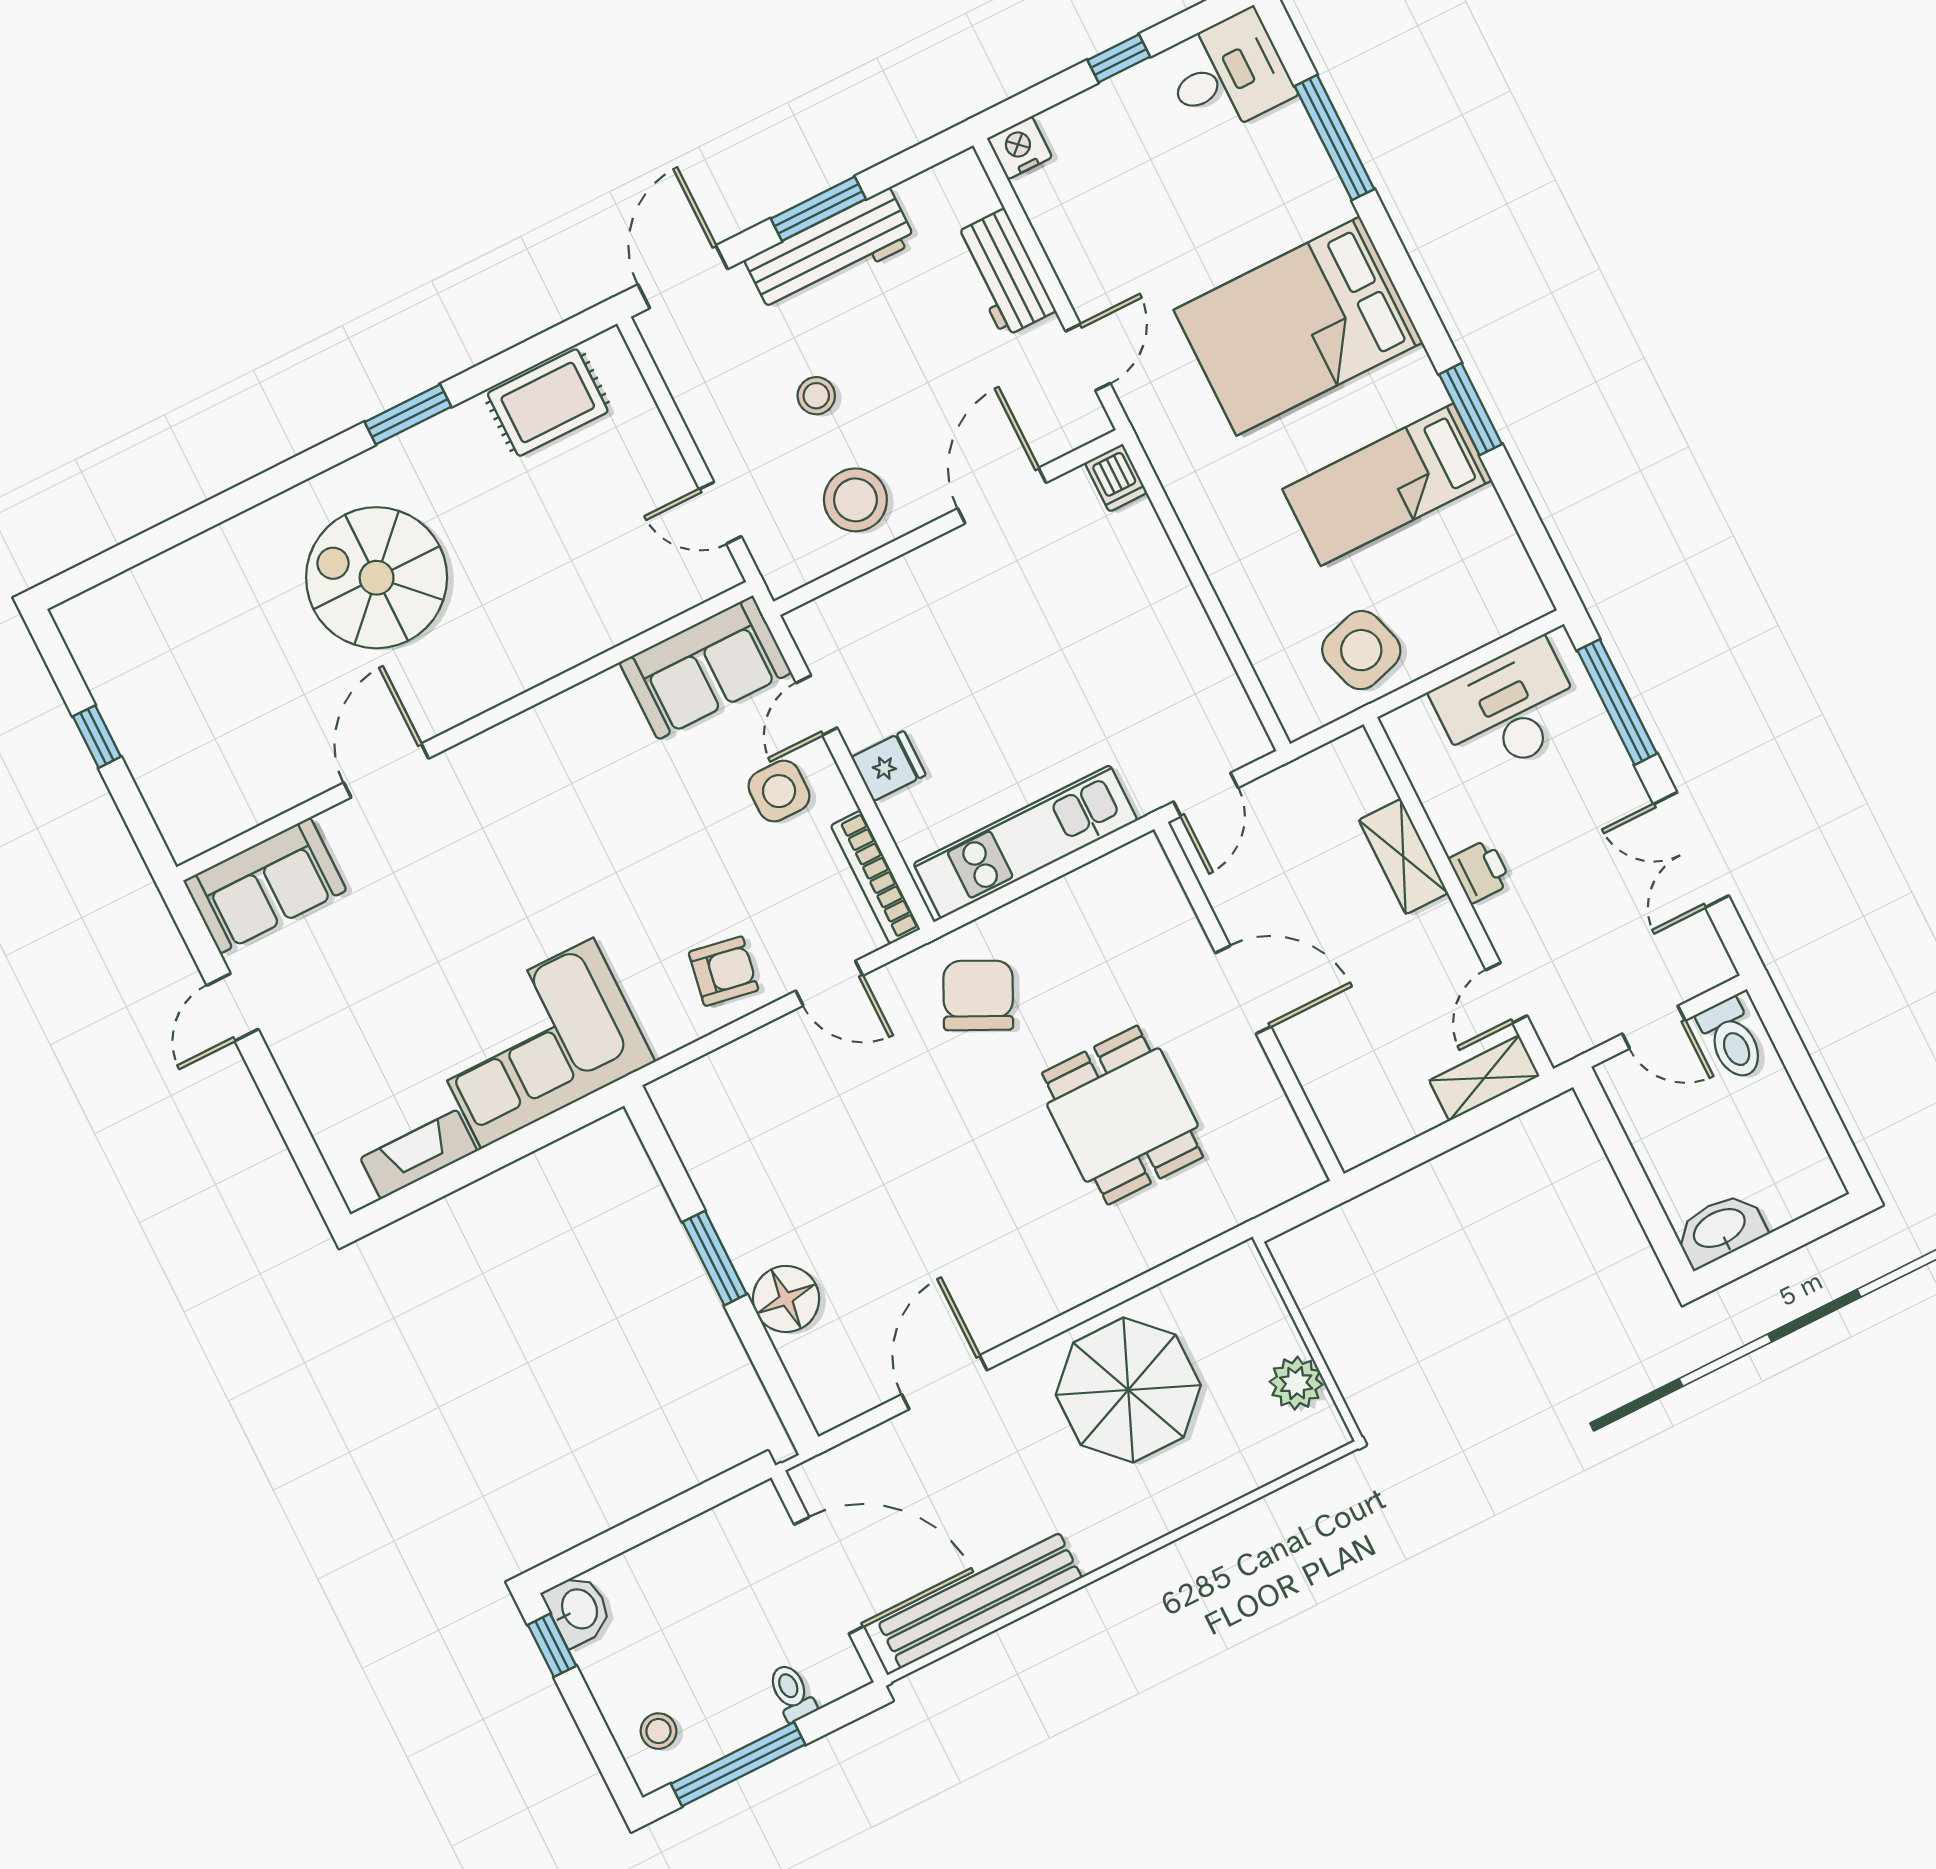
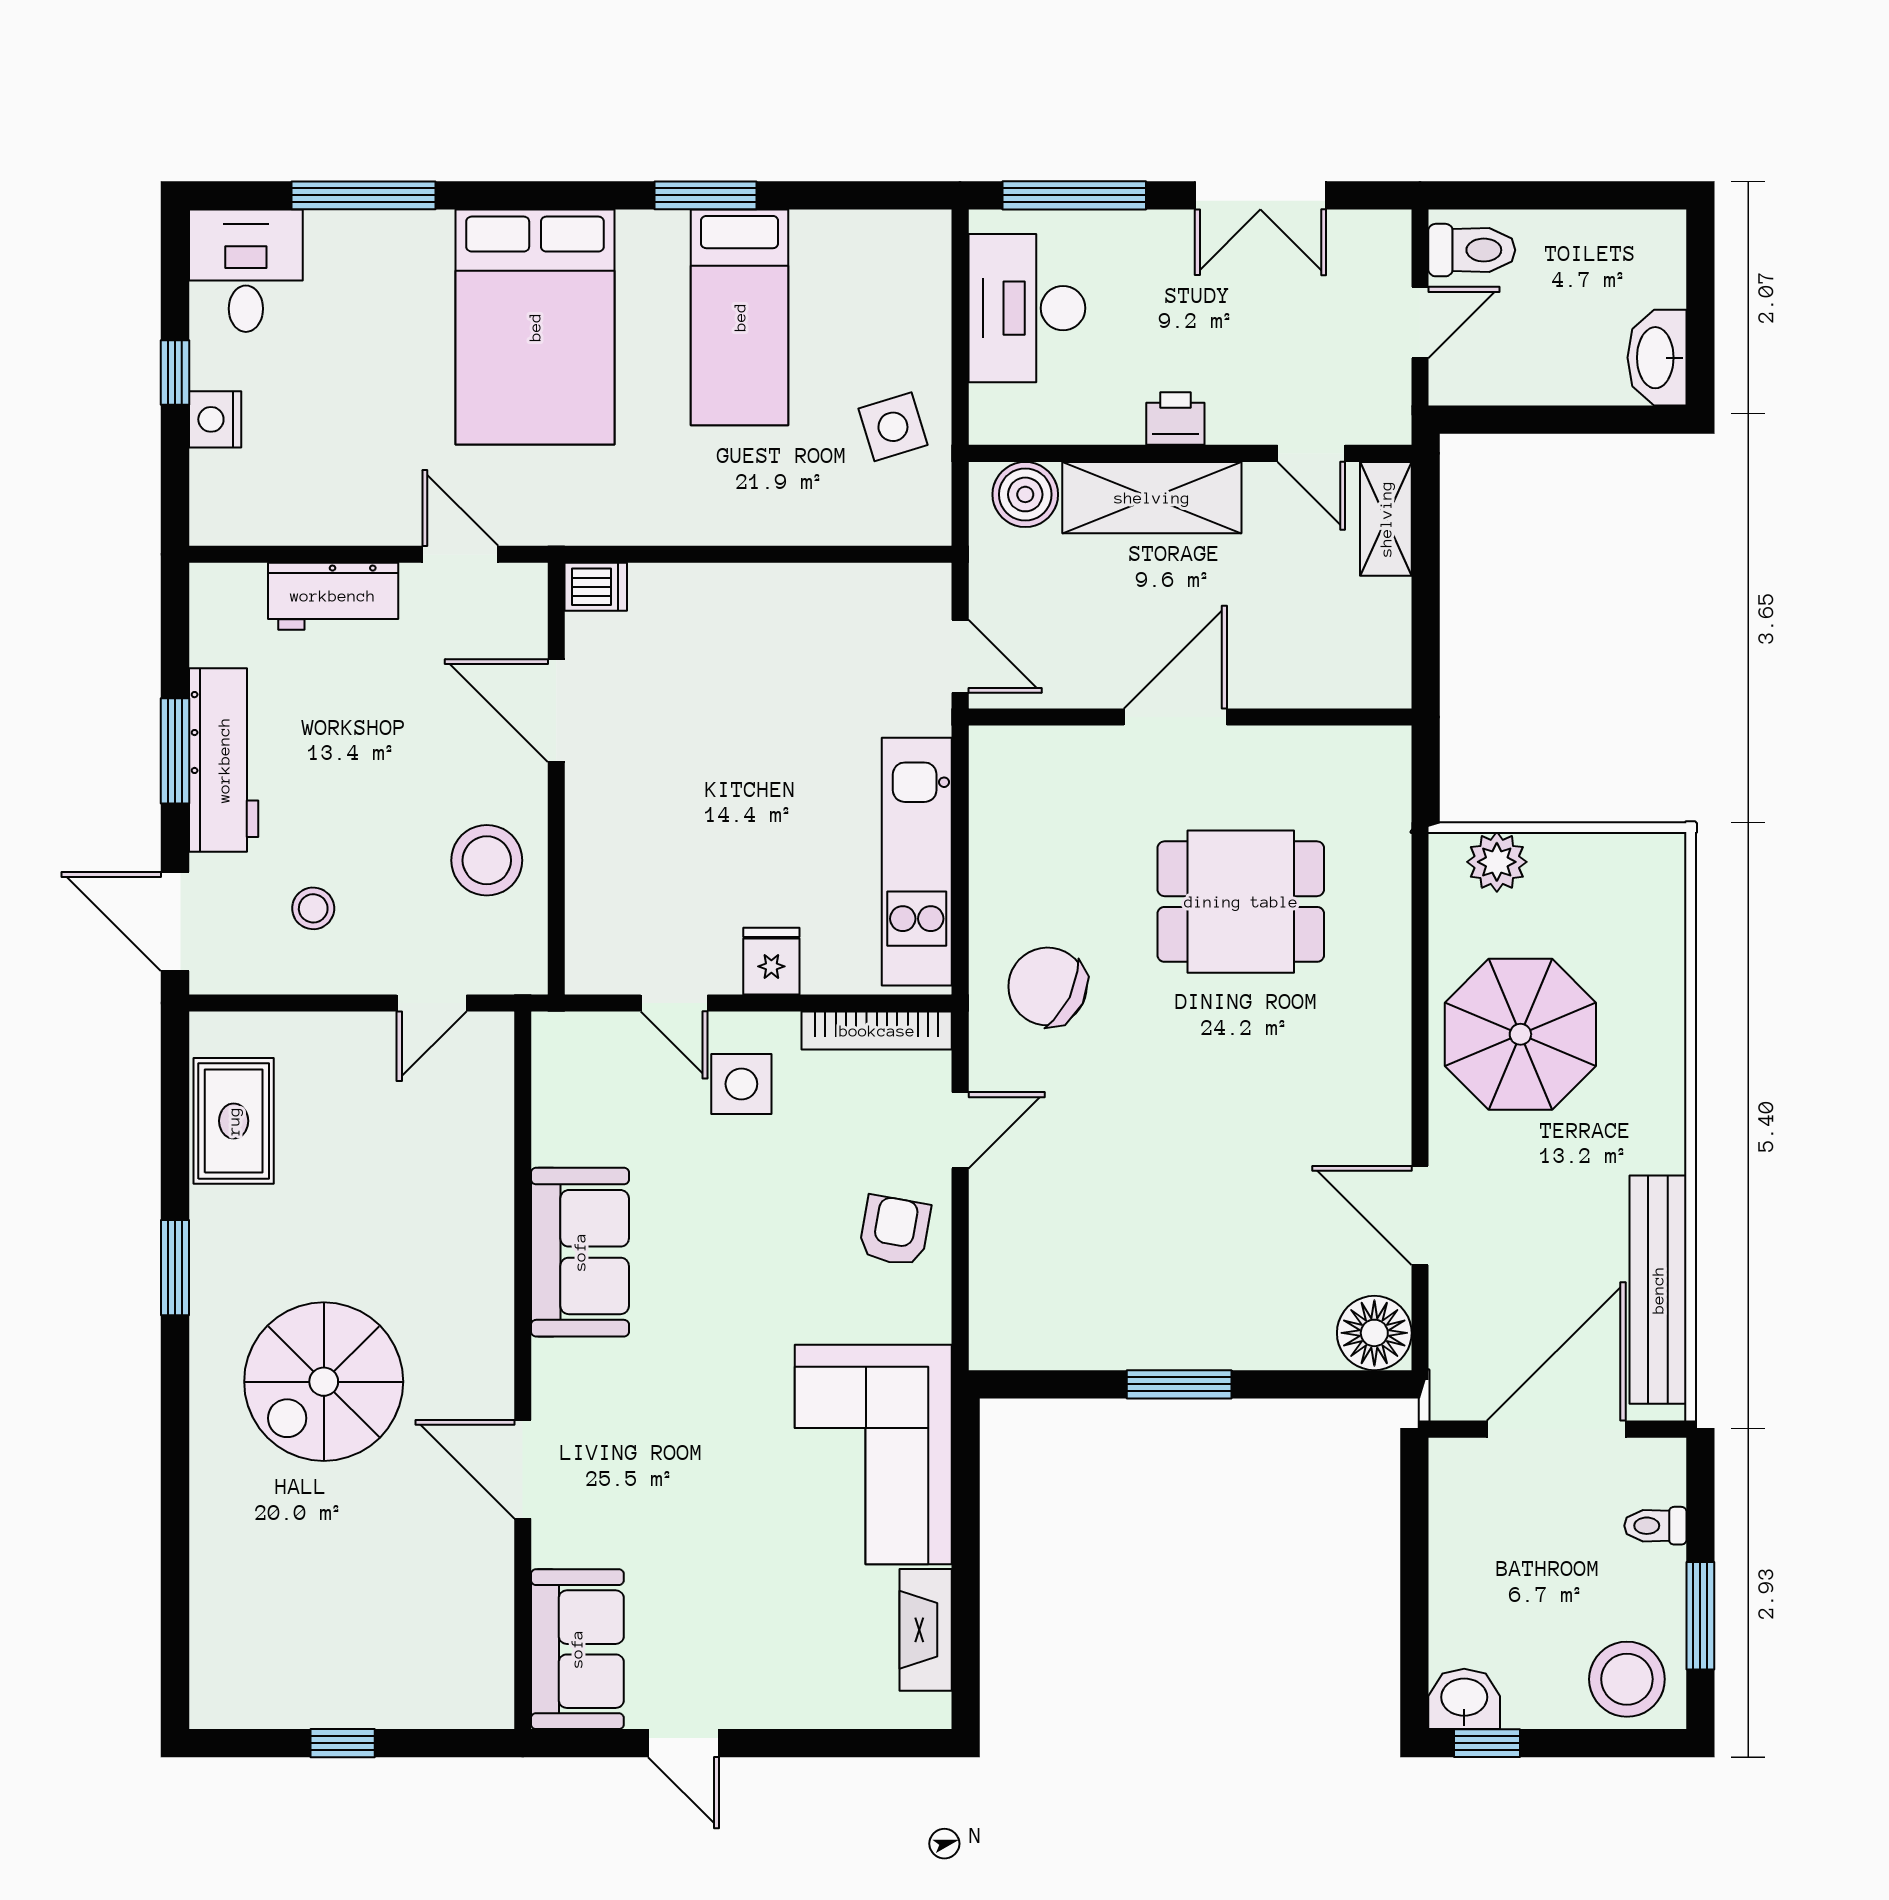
nightstand: (1020, 148) -> (215, 419), moved
stool: (816, 396) -> (313, 908), moved
side table: (1361, 650) -> (893, 427), width x0.73, depth x0.73
sofa: (705, 668) -> (580, 1252), moved
boiler: (1360, 782) -> (1025, 494), added
shelving: (1403, 857) -> (1152, 498), width x1.50, depth x1.33
floor lamp: (786, 1299) -> (1374, 1333), moved
plant: (1296, 1383) -> (1497, 862), moved
stool: (659, 1731) -> (1627, 1679), width x1.89, depth x1.89
window: (738, 1764) -> (1700, 1616), width x0.69

